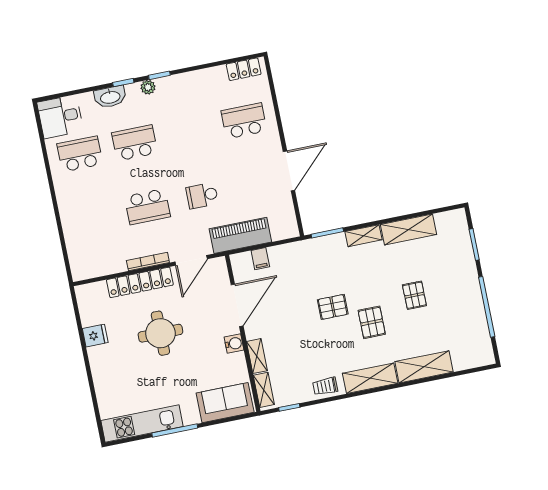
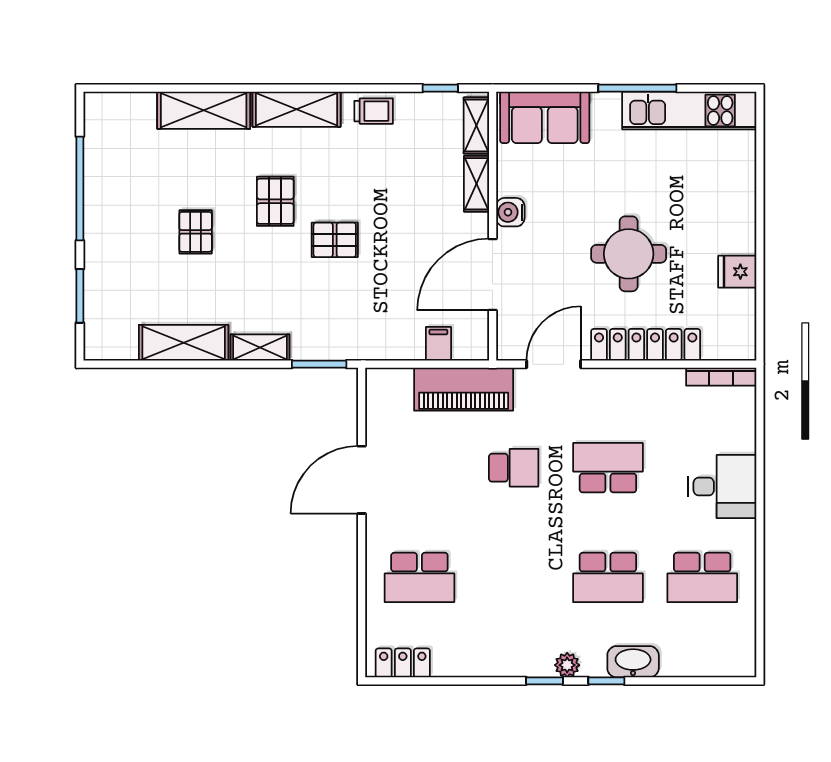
desk: (60, 117) -> (722, 486), moved
bookcase: (148, 262) -> (721, 377), moved

